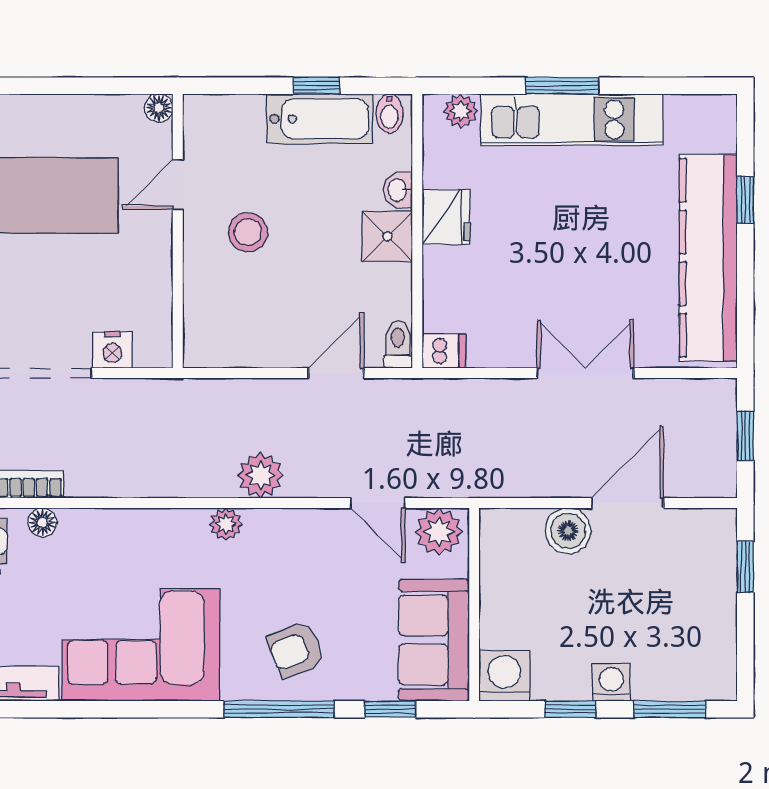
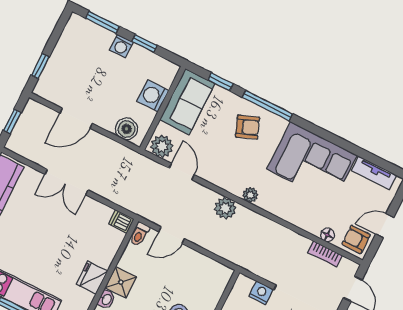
boiler: (568, 531) -> (127, 129), moved
washing machine: (504, 676) -> (153, 96), moved, turned 90

